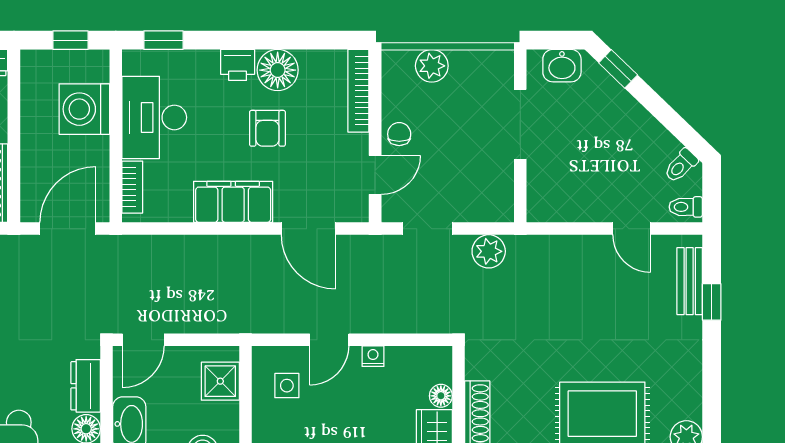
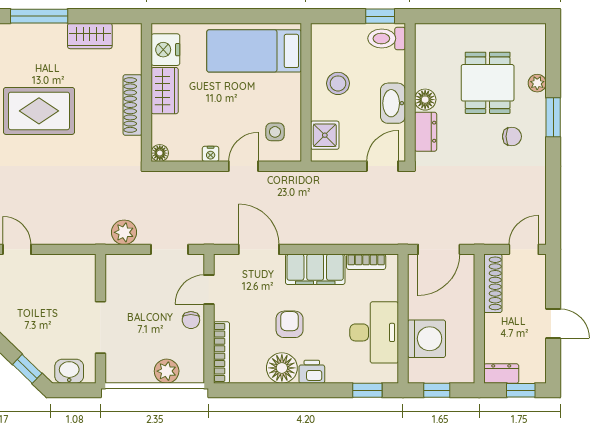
bookcase: (132, 187) -> (366, 262), moved, turned -90
floor lamp: (441, 396) -> (160, 153), moved

